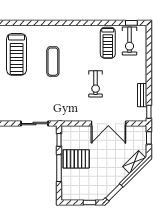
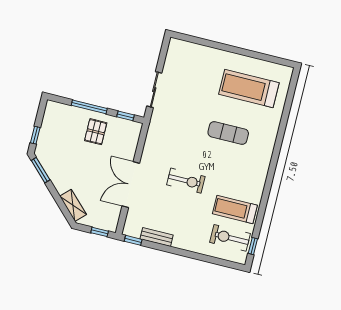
exercise bike: (96, 84) -> (186, 181), turned 180
pallet: (76, 159) -> (96, 132), width x0.67, depth x0.71

